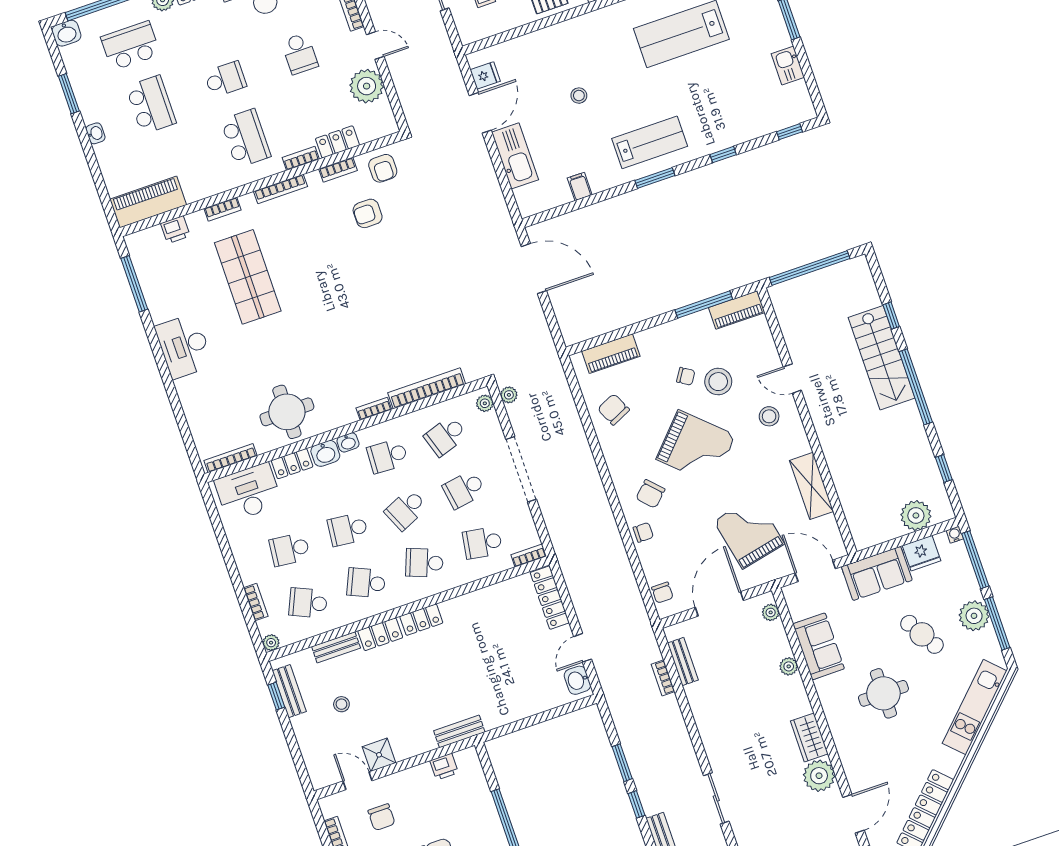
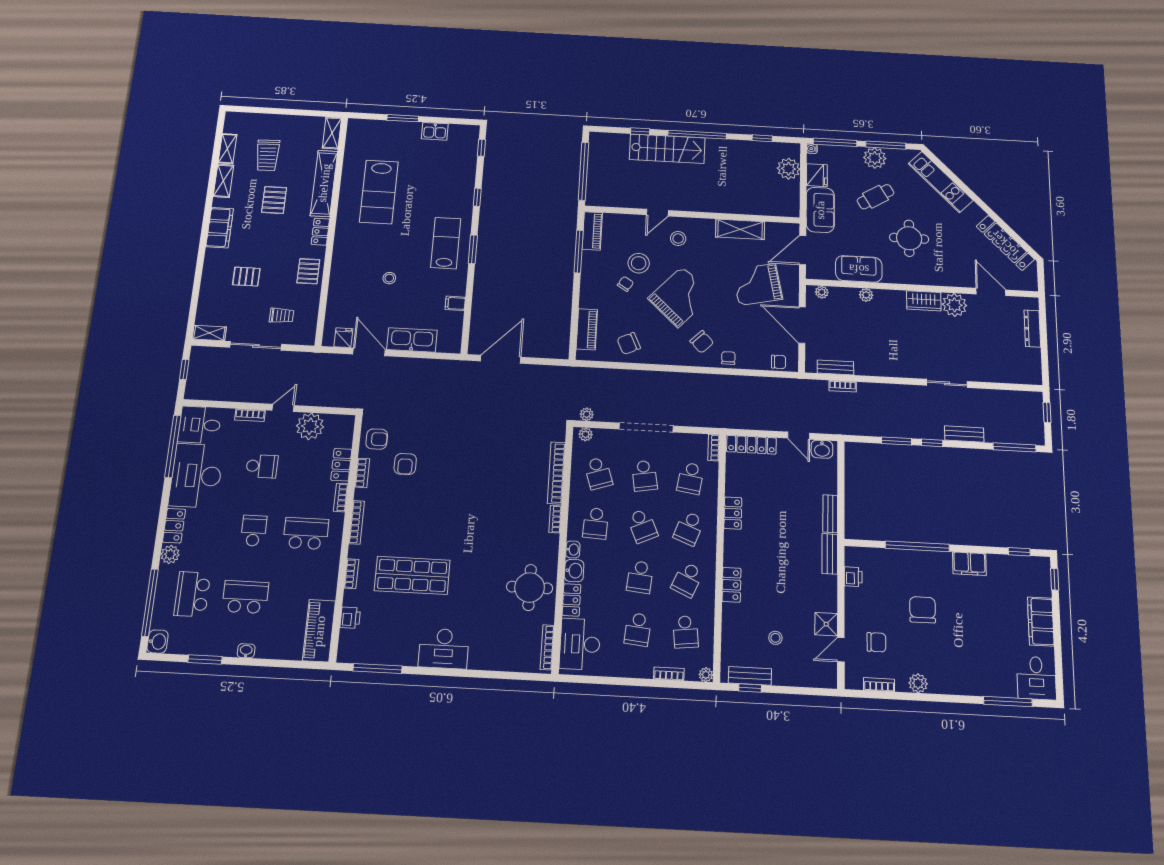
school desk: (308, 603) -> (685, 632), turned -30
locker: (421, 620) -> (733, 513), moved
bench: (336, 647) -> (830, 514), moved

